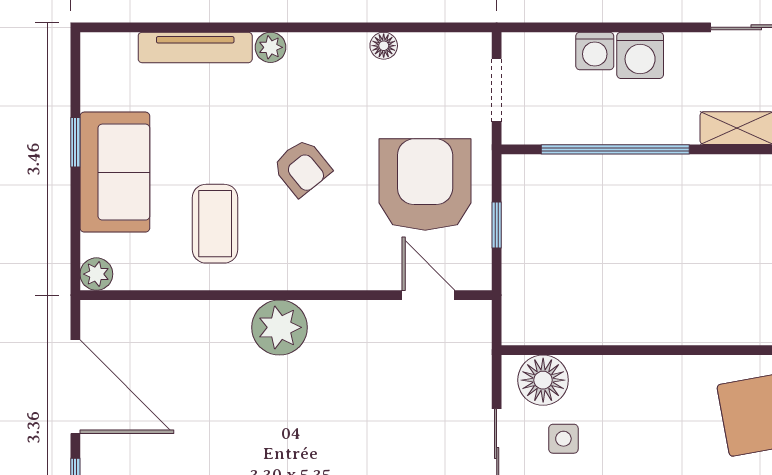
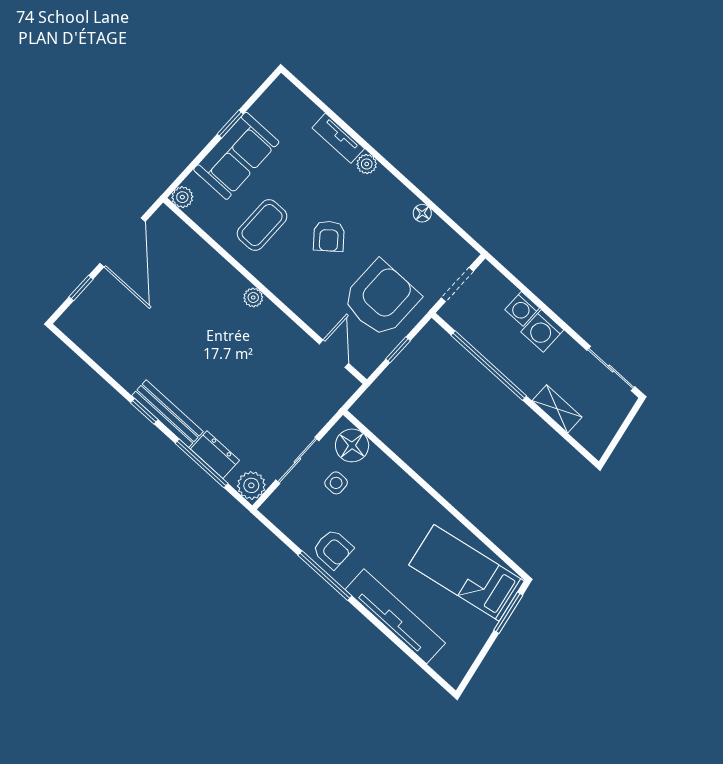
tv unit: (195, 47) -> (338, 138), width x0.71
plant: (280, 327) -> (253, 298), width x0.53, depth x0.53

